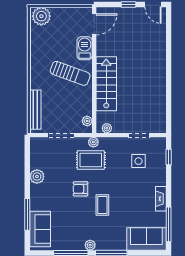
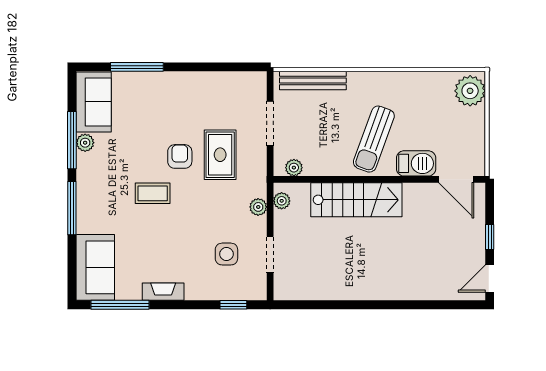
plant: (93, 142) -> (258, 207), moved
rug: (91, 160) -> (220, 155), moved
plant: (37, 176) -> (201, 83), removed
sofa: (40, 229) -> (94, 102), moved, turned -90
plant: (90, 245) -> (85, 143), moved

